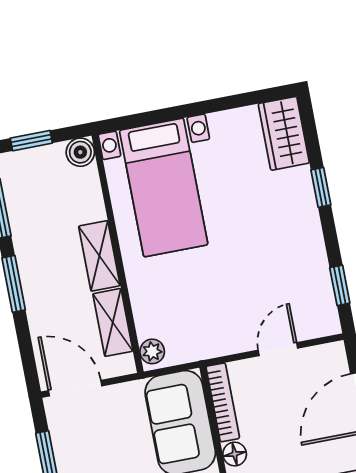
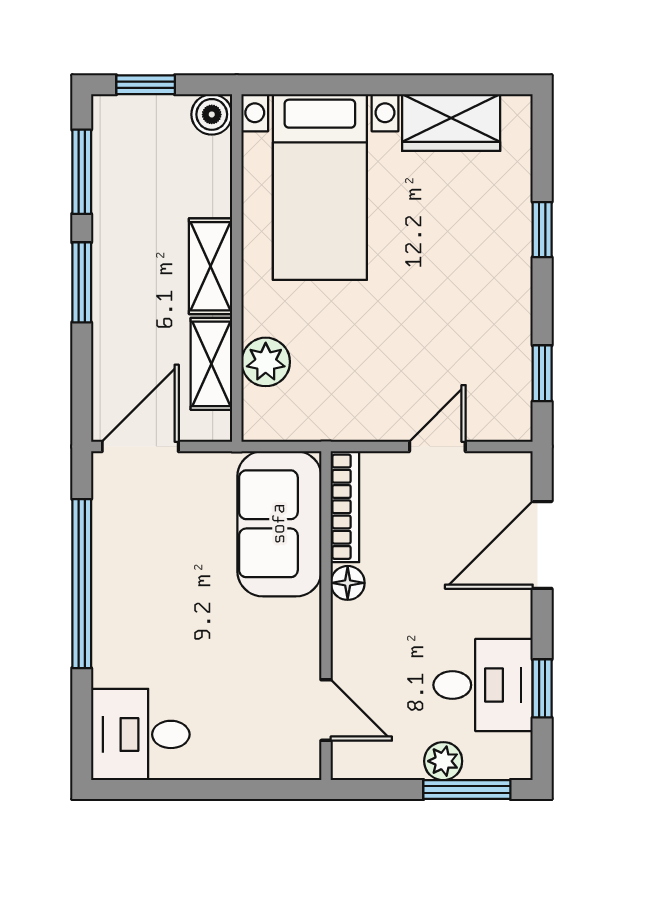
wardrobe: (284, 133) -> (451, 123), moved, turned -90
plant: (152, 351) -> (266, 362), moved, width x1.38, depth x1.38
door: (75, 388) -> (140, 447), hinge flipped

